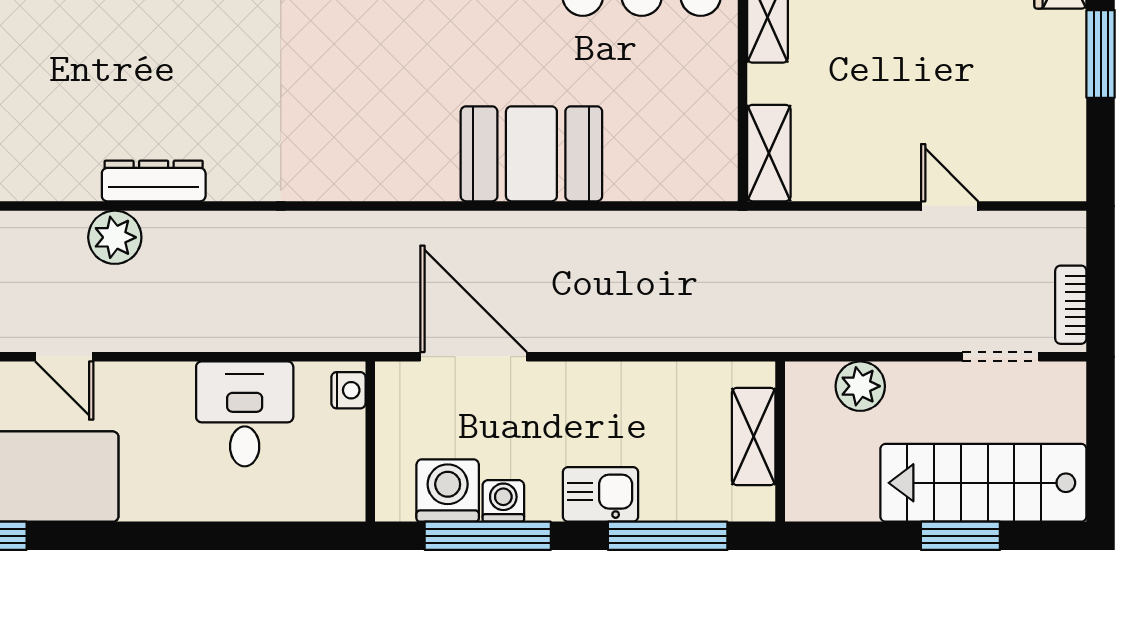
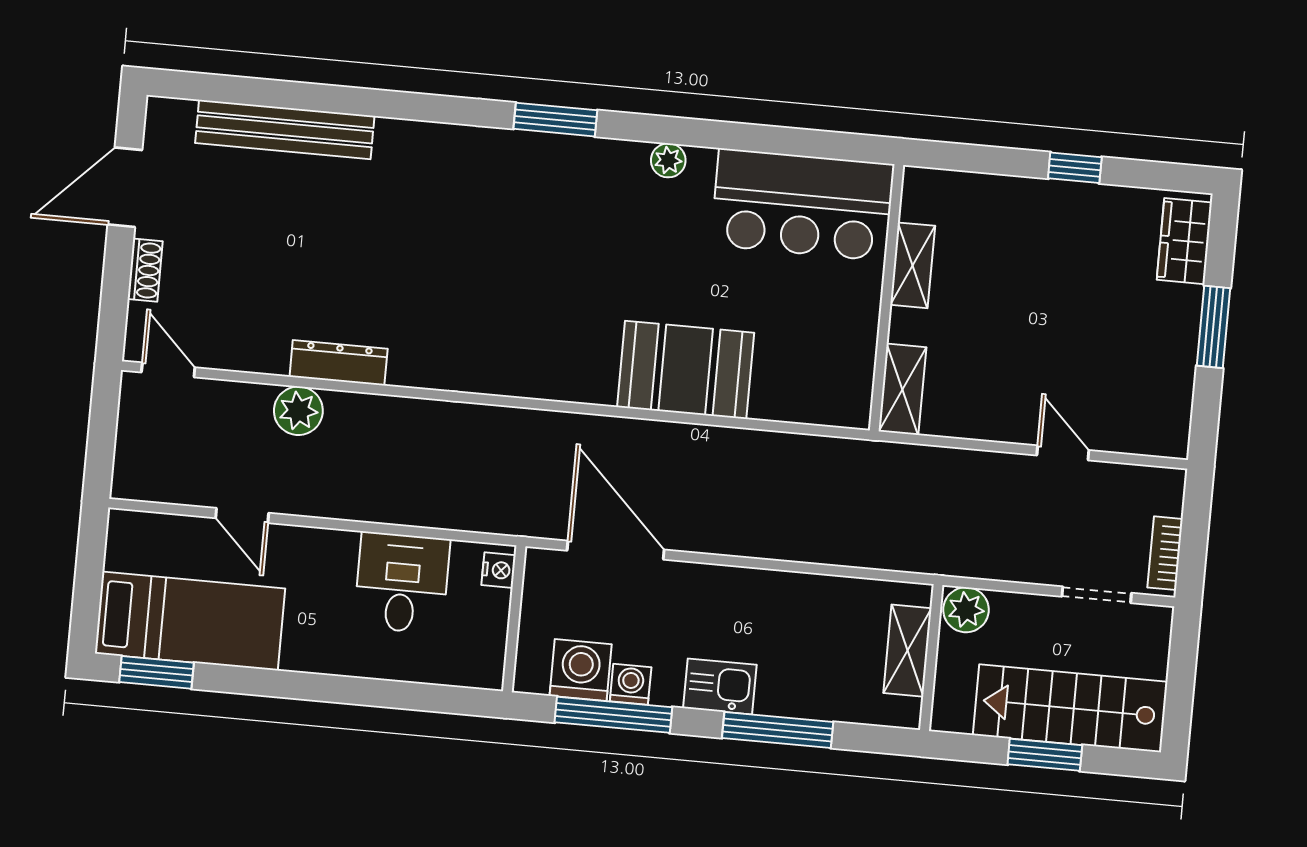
shelving: (754, 436) -> (907, 651), moved
wall: (780, 442) -> (931, 657), moved

